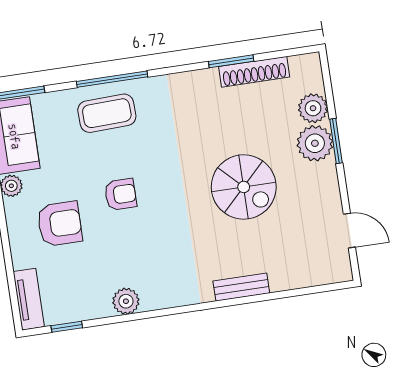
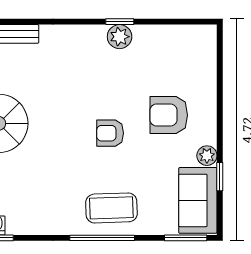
tv unit: (29, 299) -> (207, 51), removed
window: (67, 327) -> (120, 22), moved

